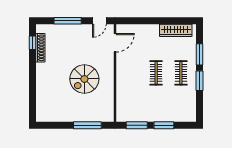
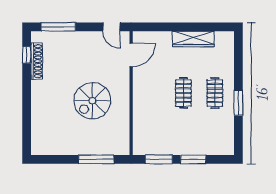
window: (68, 21) -> (58, 27), moved
door: (99, 21) -> (111, 27), hinge flipped
wardrobe: (176, 30) -> (193, 39), moved
window: (200, 54) -> (238, 70), removed

